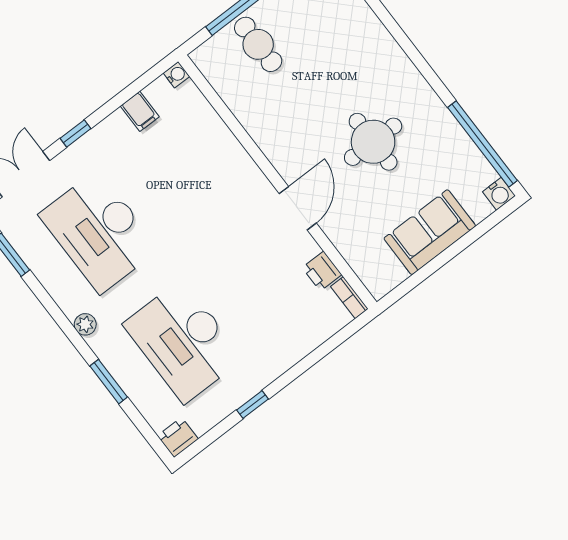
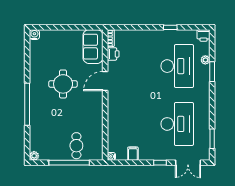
window: (482, 144) -> (27, 104), moved
sofa: (430, 232) -> (93, 47), moved, turned 90
plant: (85, 324) -> (205, 60), moved

